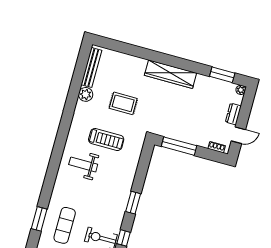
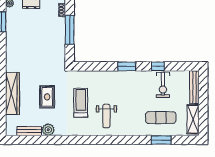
bench: (91, 67) -> (29, 131), width x0.73
wardrobe: (171, 74) -> (12, 93), moved
window: (179, 146) -> (70, 30), moved

